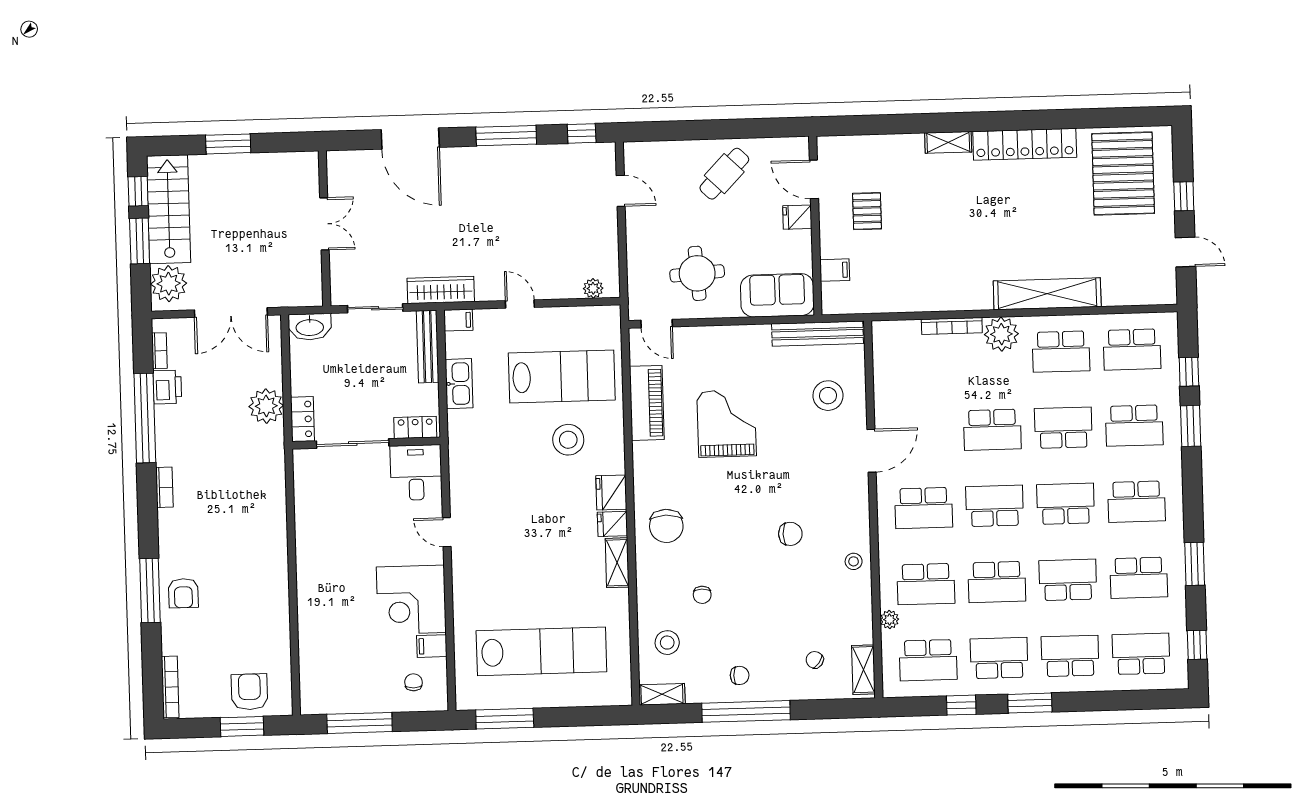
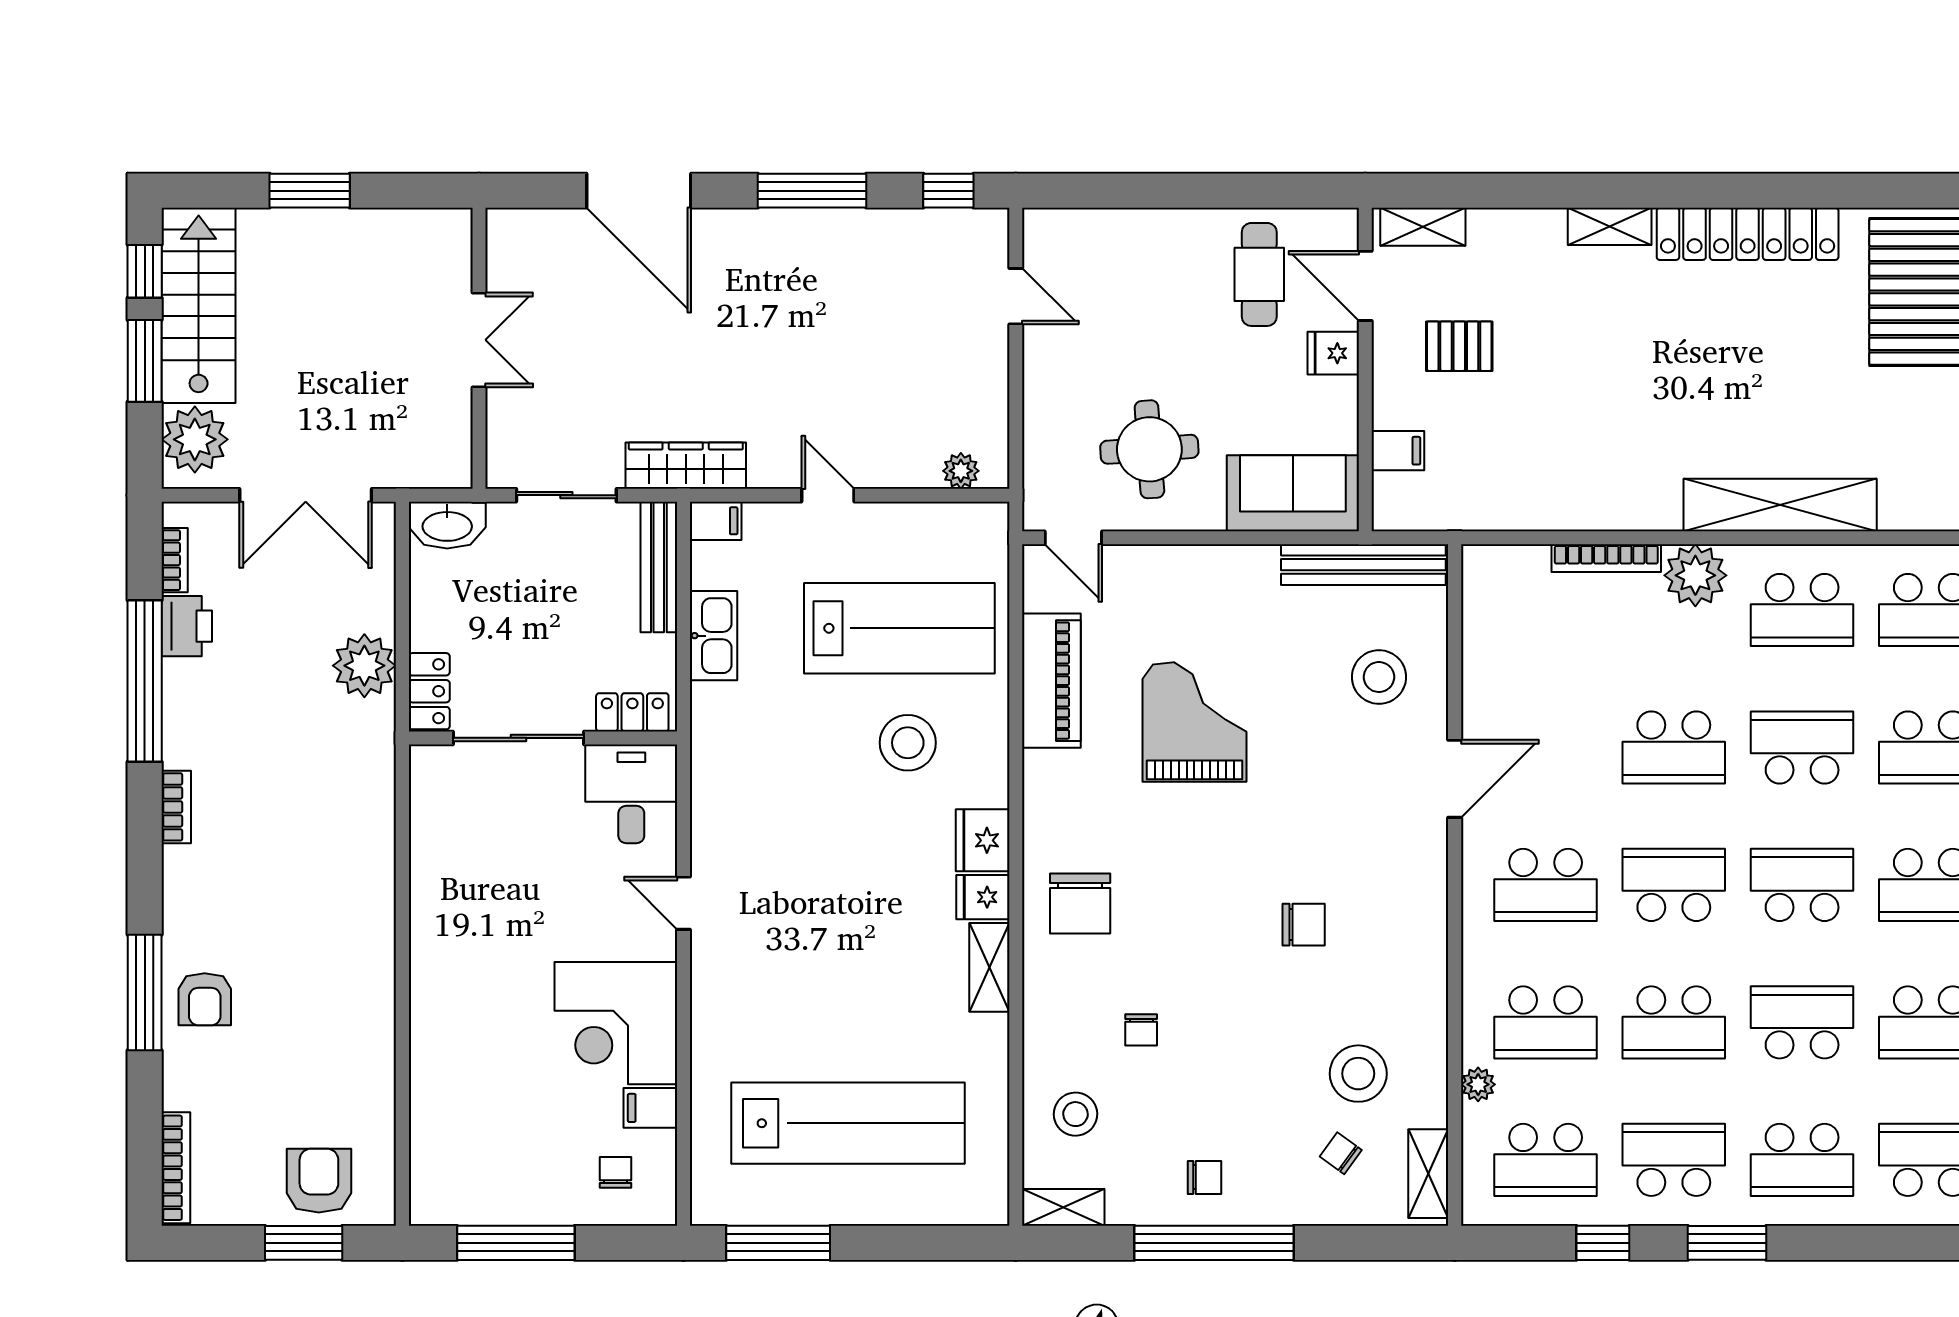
shelving: (845, 146) -> (1423, 227), added
cafe table: (724, 174) -> (1259, 274), moved, turned -44
pallet: (867, 211) -> (1459, 346), turned 90
stool: (854, 561) -> (1358, 1074), moved, width x1.89, depth x1.89
school desk: (1070, 656) -> (1802, 1160), turned 180

